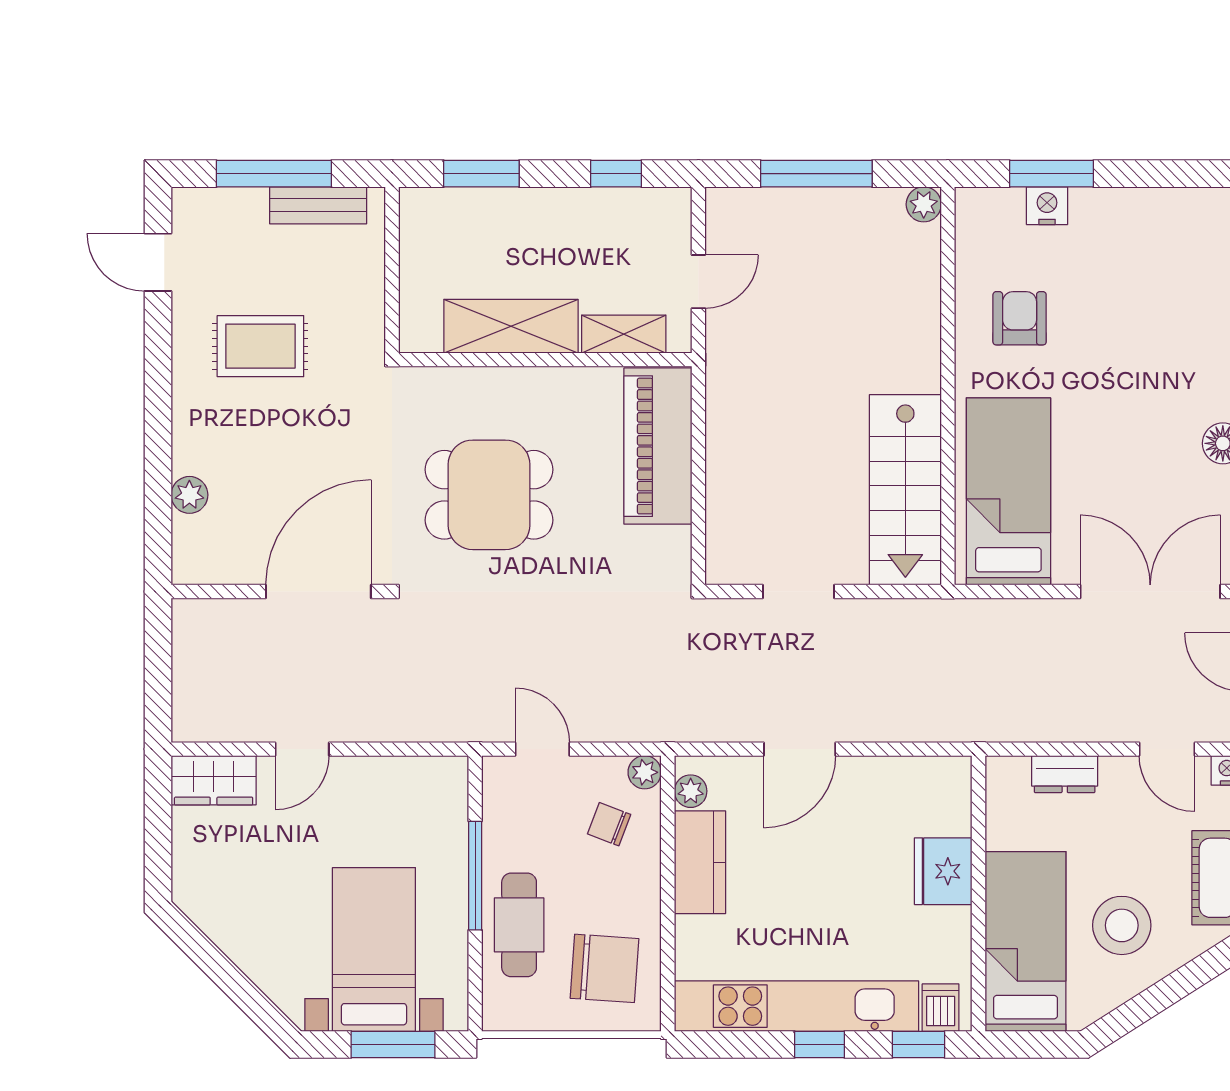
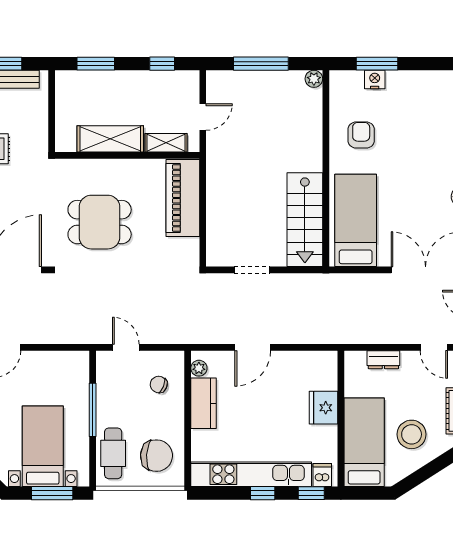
plant: (645, 772) -> (176, 359), removed
cafe table: (519, 925) -> (113, 453), moved

